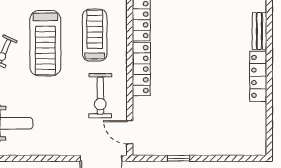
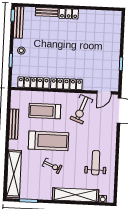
locker: (258, 76) -> (69, 14), width x0.66
exercise bike: (100, 96) -> (81, 109), turned 111

